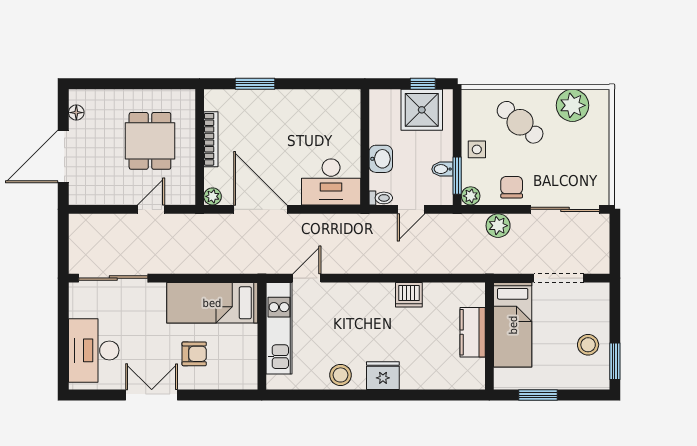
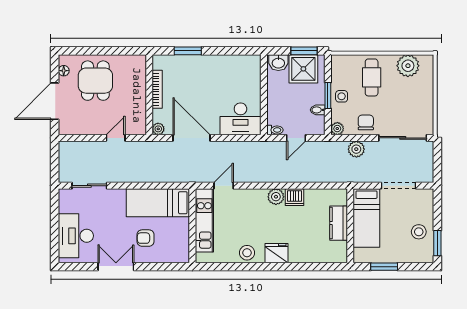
window: (423, 84) -> (304, 51), width x1.50
cafe table: (520, 122) -> (372, 77), turned 49
dining table: (150, 141) -> (95, 81), moved
washbasin: (381, 159) -> (278, 63), moved, turned 90
window: (457, 176) -> (328, 96), moved
sliding door: (113, 278) -> (89, 186), width x0.73
plant: (382, 294) -> (276, 197), added
armchair: (194, 354) -> (146, 238), turned 180

